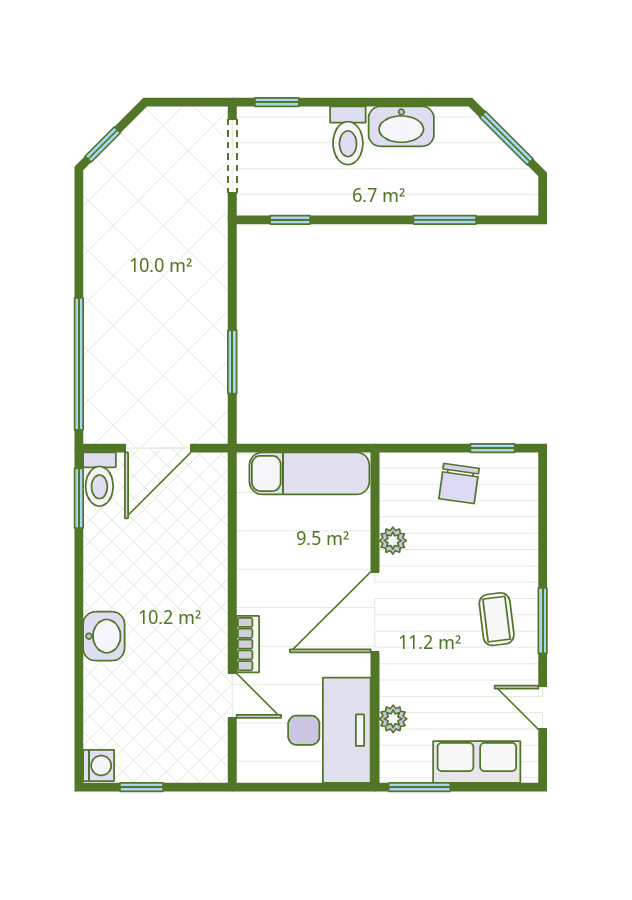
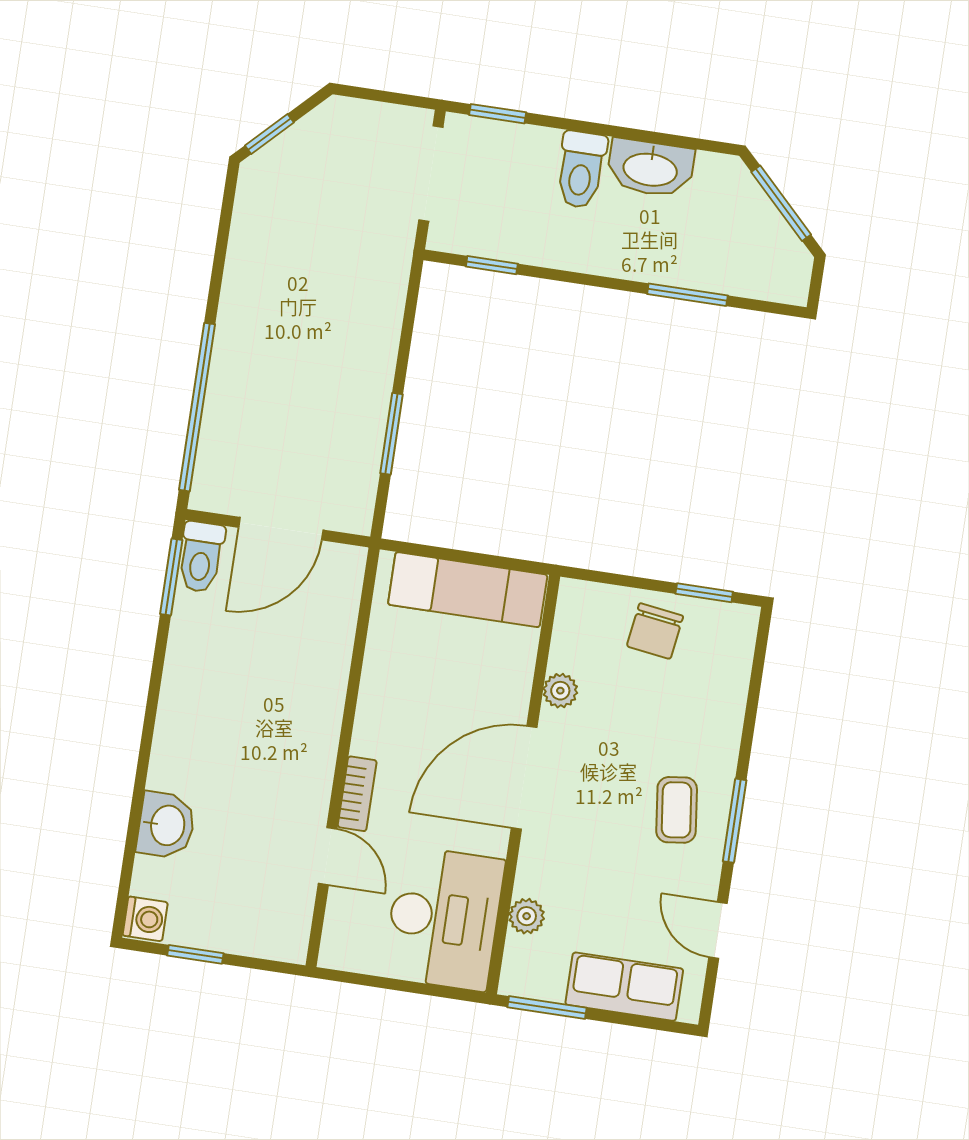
washbasin: (104, 636) -> (166, 825), moved

